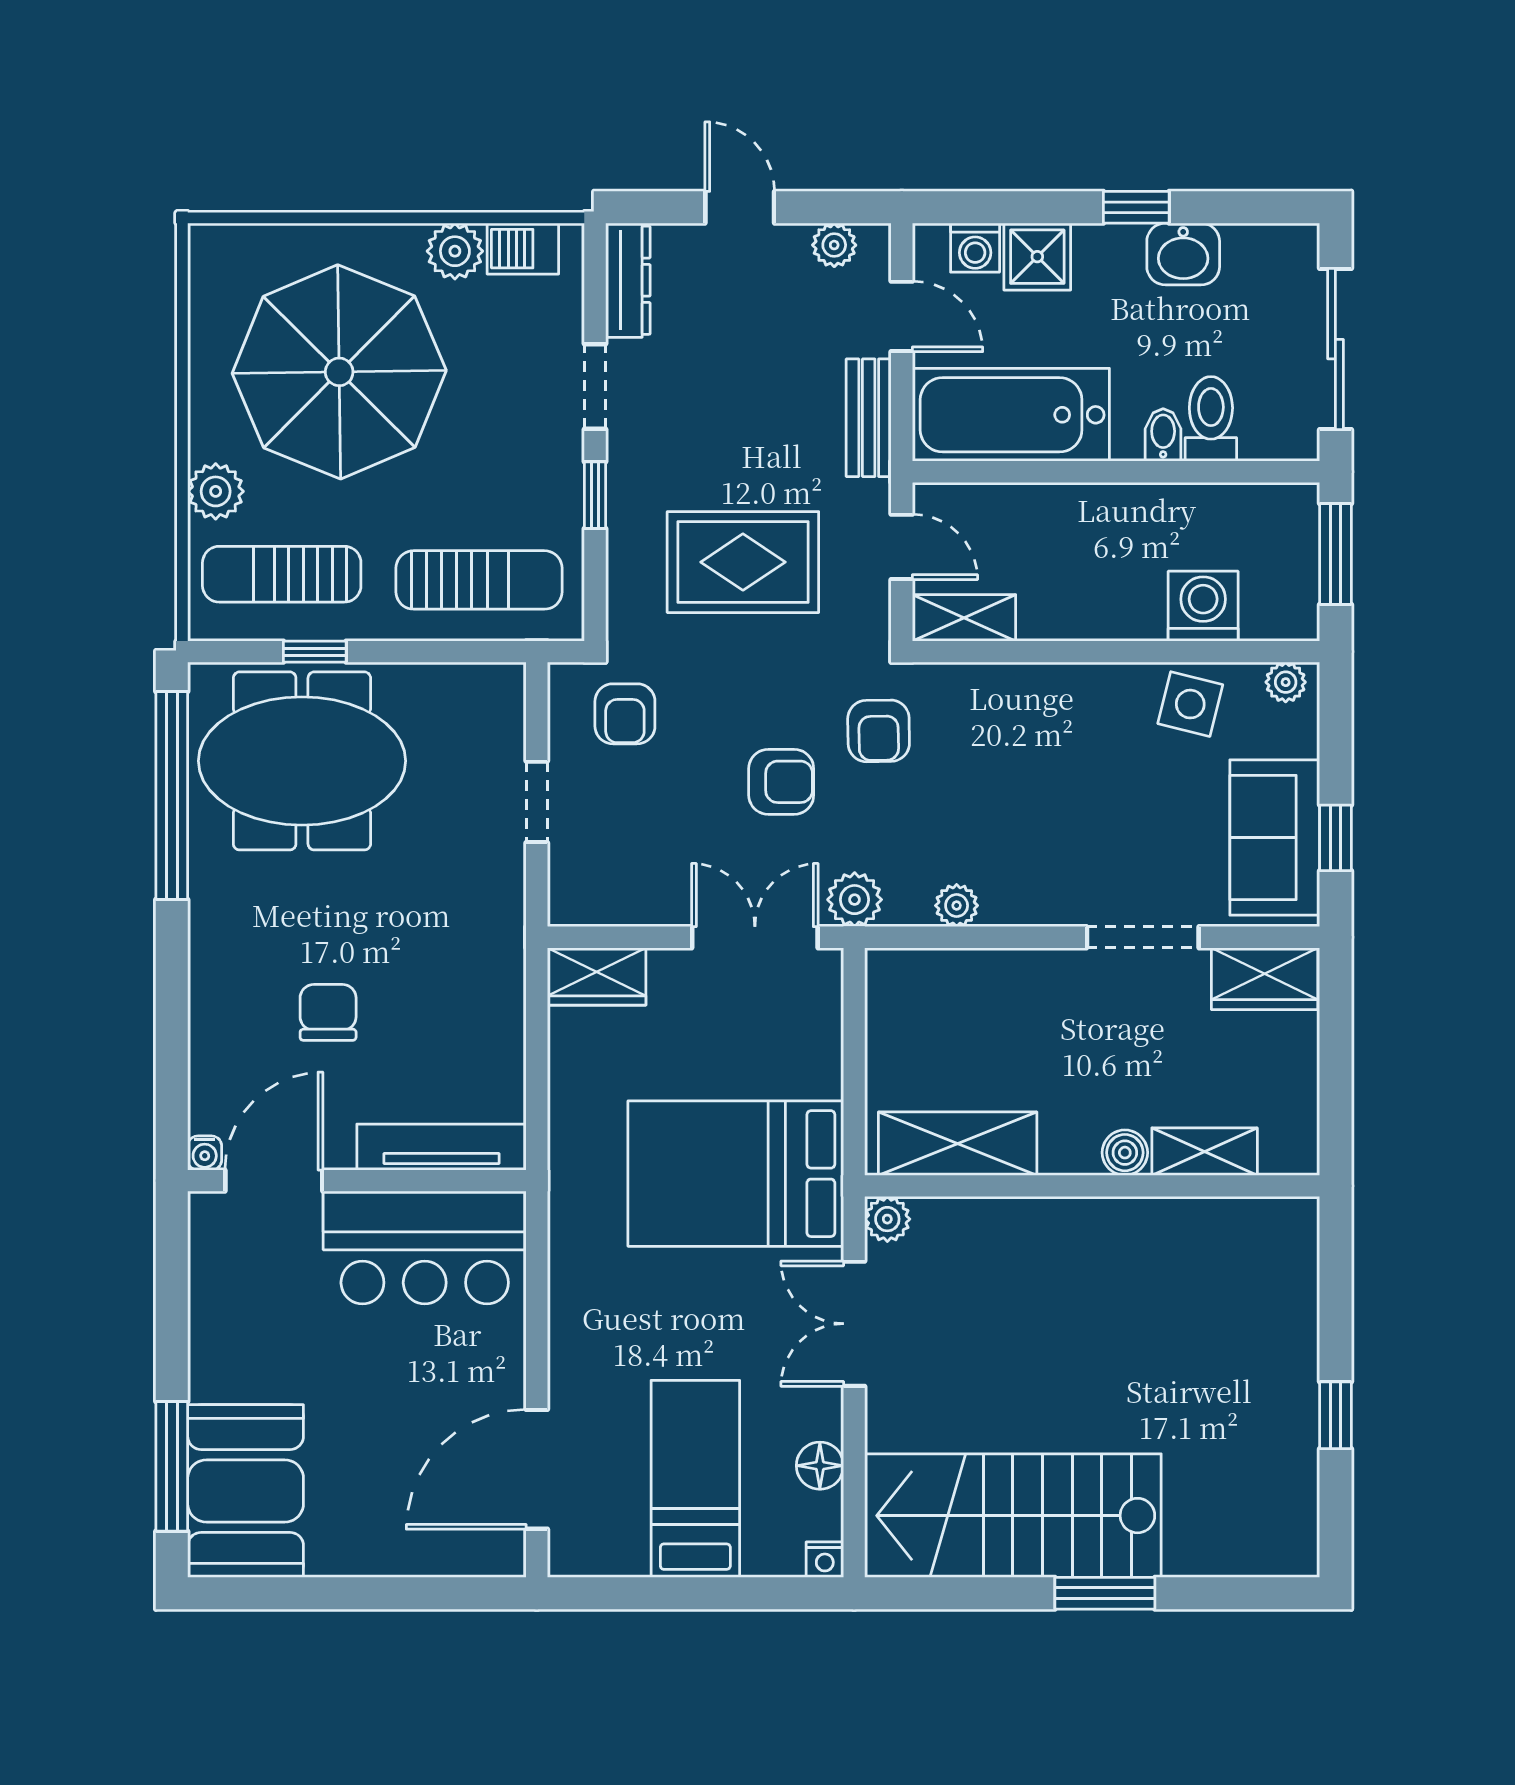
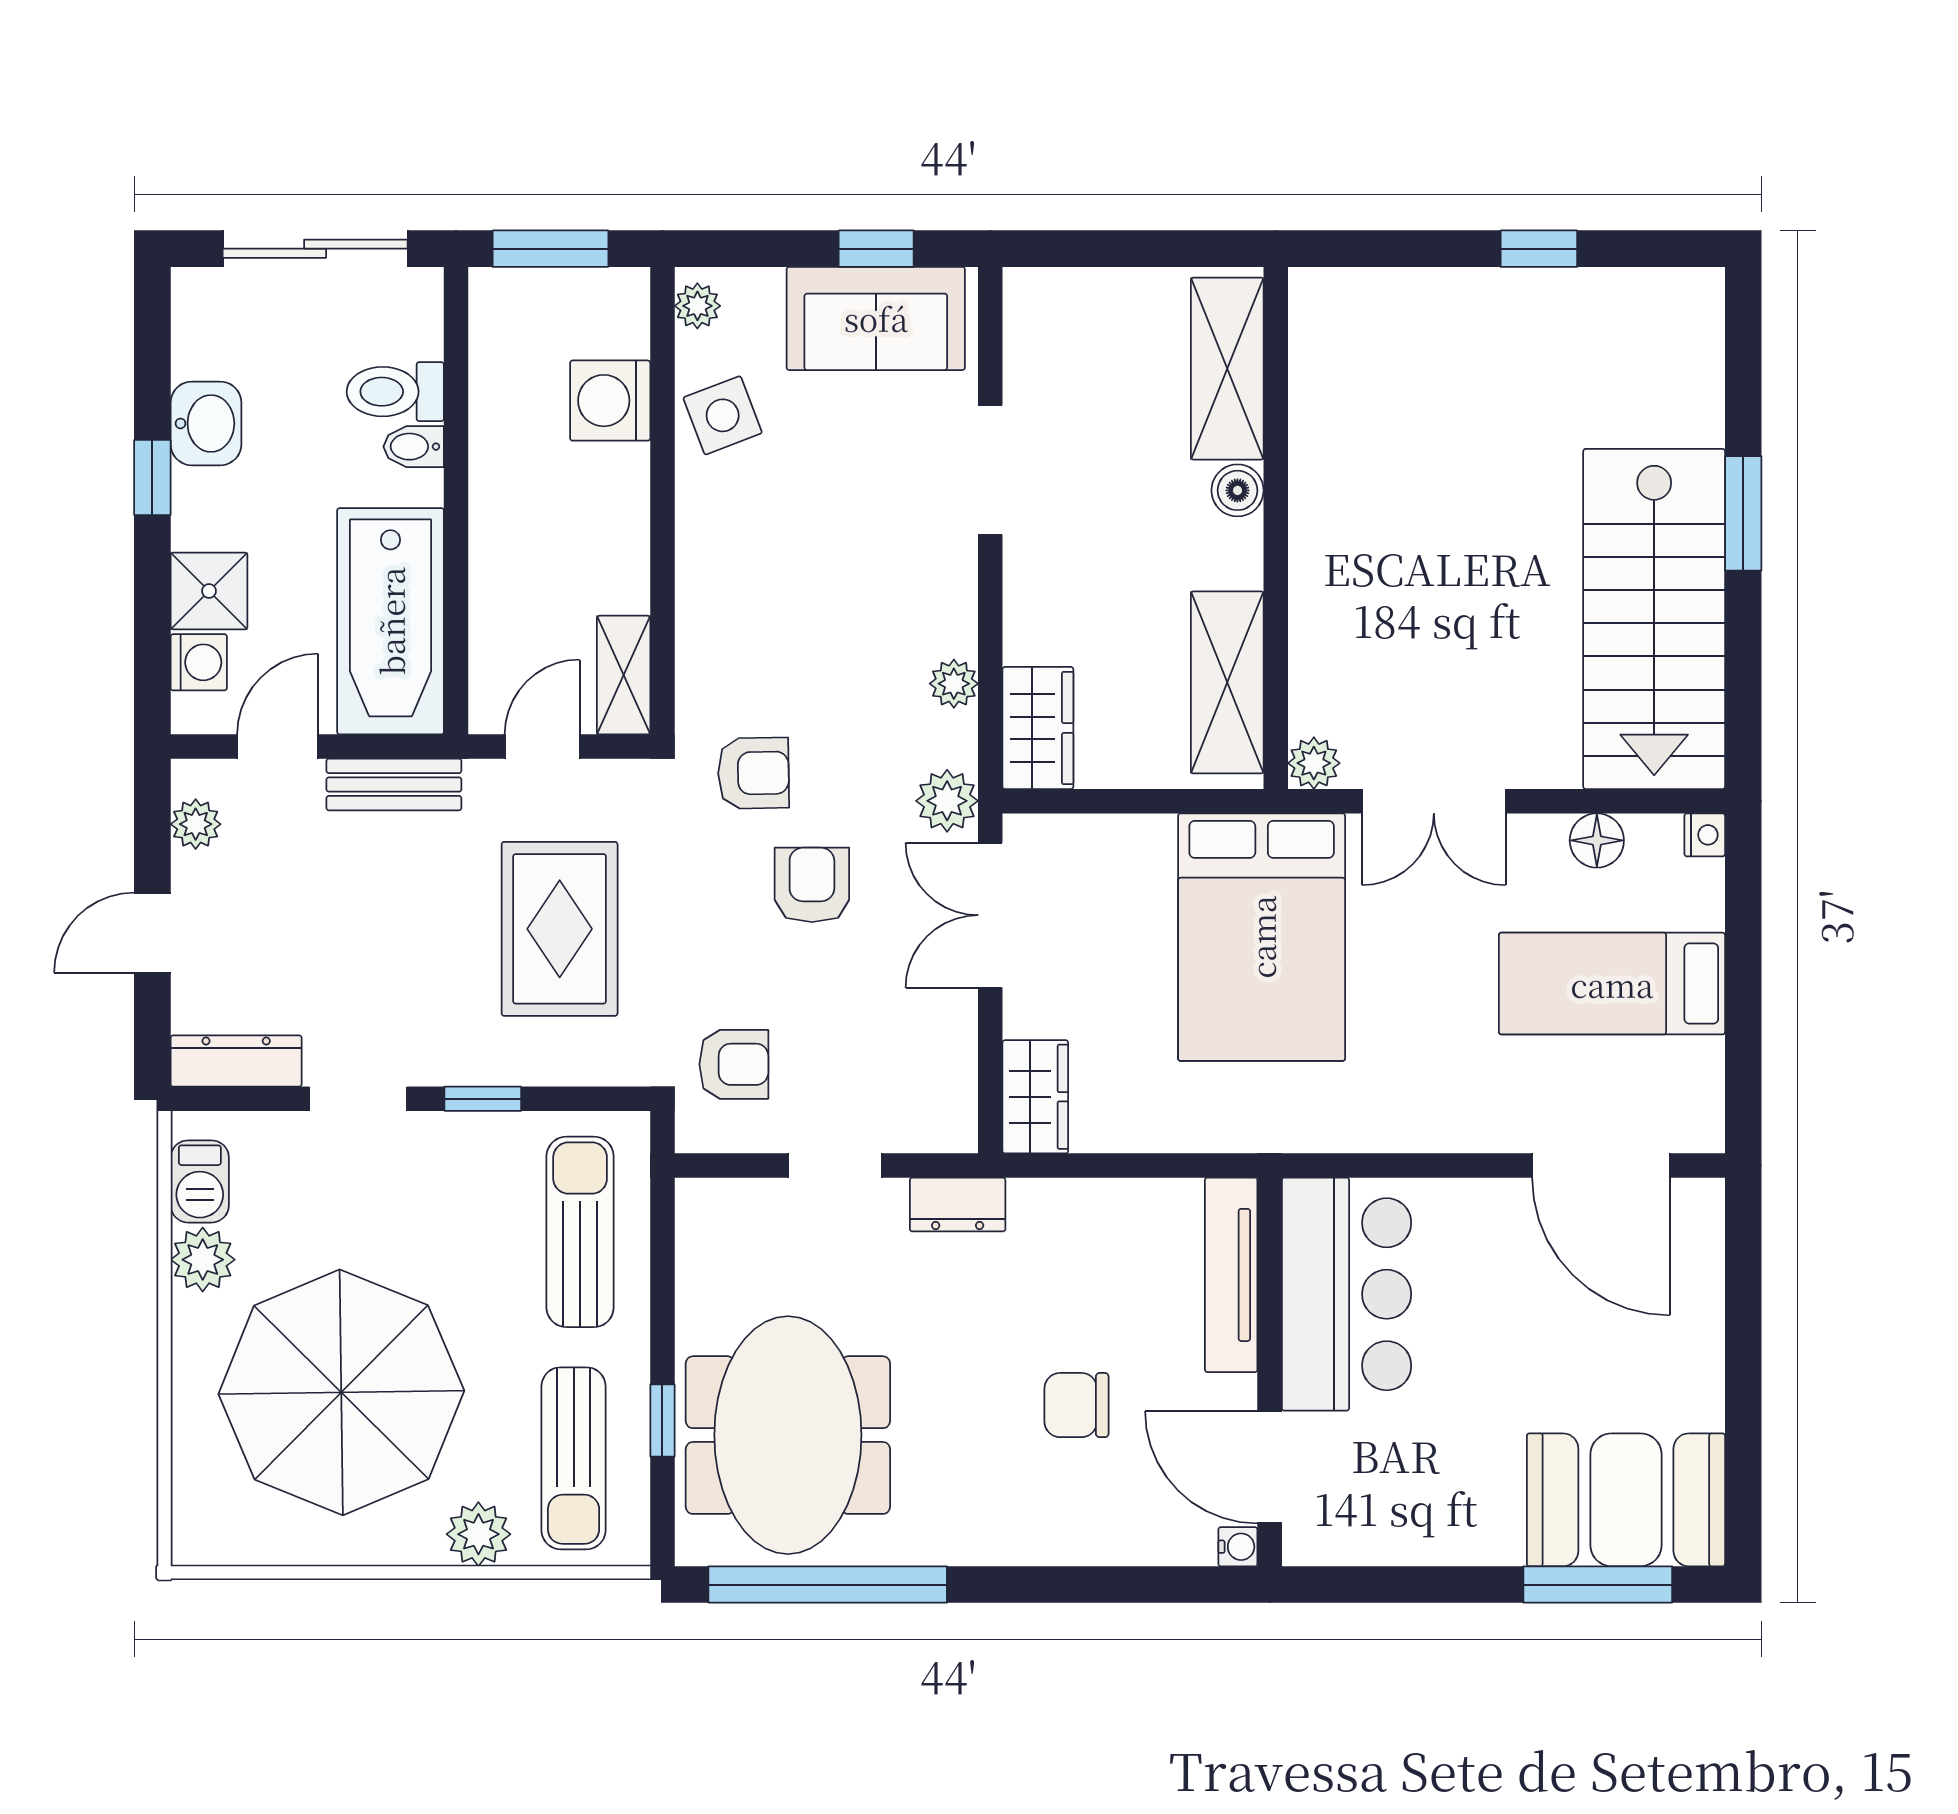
side table: (1190, 704) -> (723, 415), turned -35
dresser: (503, 909) -> (958, 1205), added
wardrobe: (1265, 979) -> (1038, 728), moved
shelving: (1205, 1152) -> (1227, 369), width x1.50, depth x1.33

